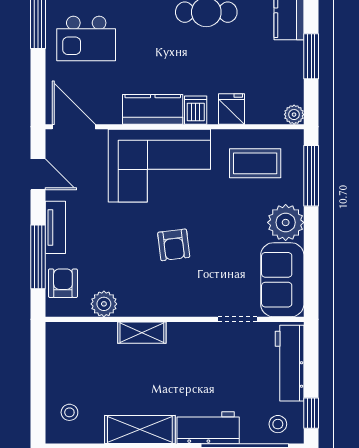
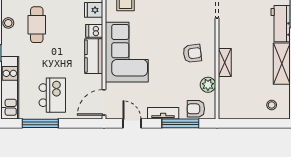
door: (38, 174) -> (132, 123), hinge flipped
armchair: (174, 245) -> (192, 53), moved

